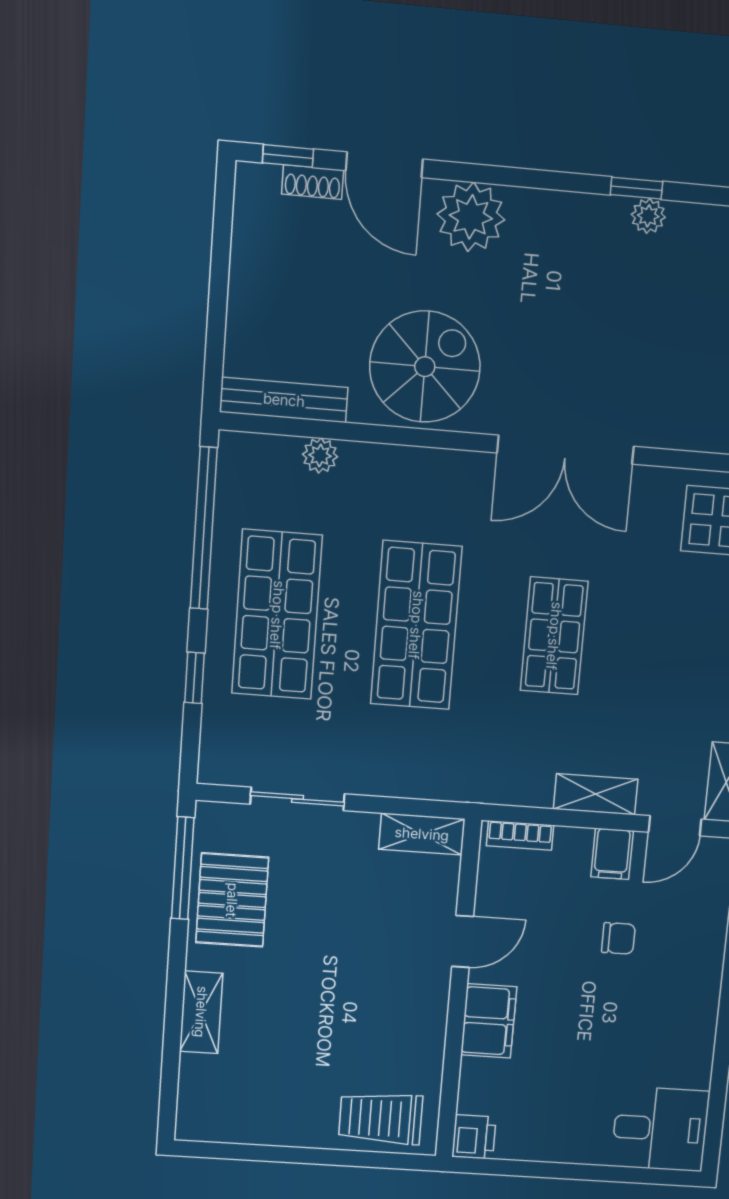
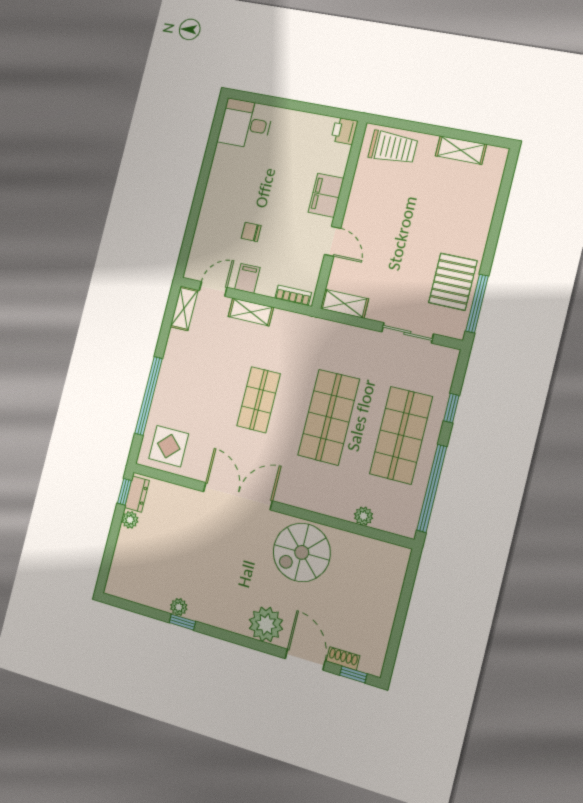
bench: (284, 400) -> (377, 549), removed
door: (463, 941) -> (333, 241), swing flipped
shelving: (201, 1012) -> (461, 150), moved, turned 90

